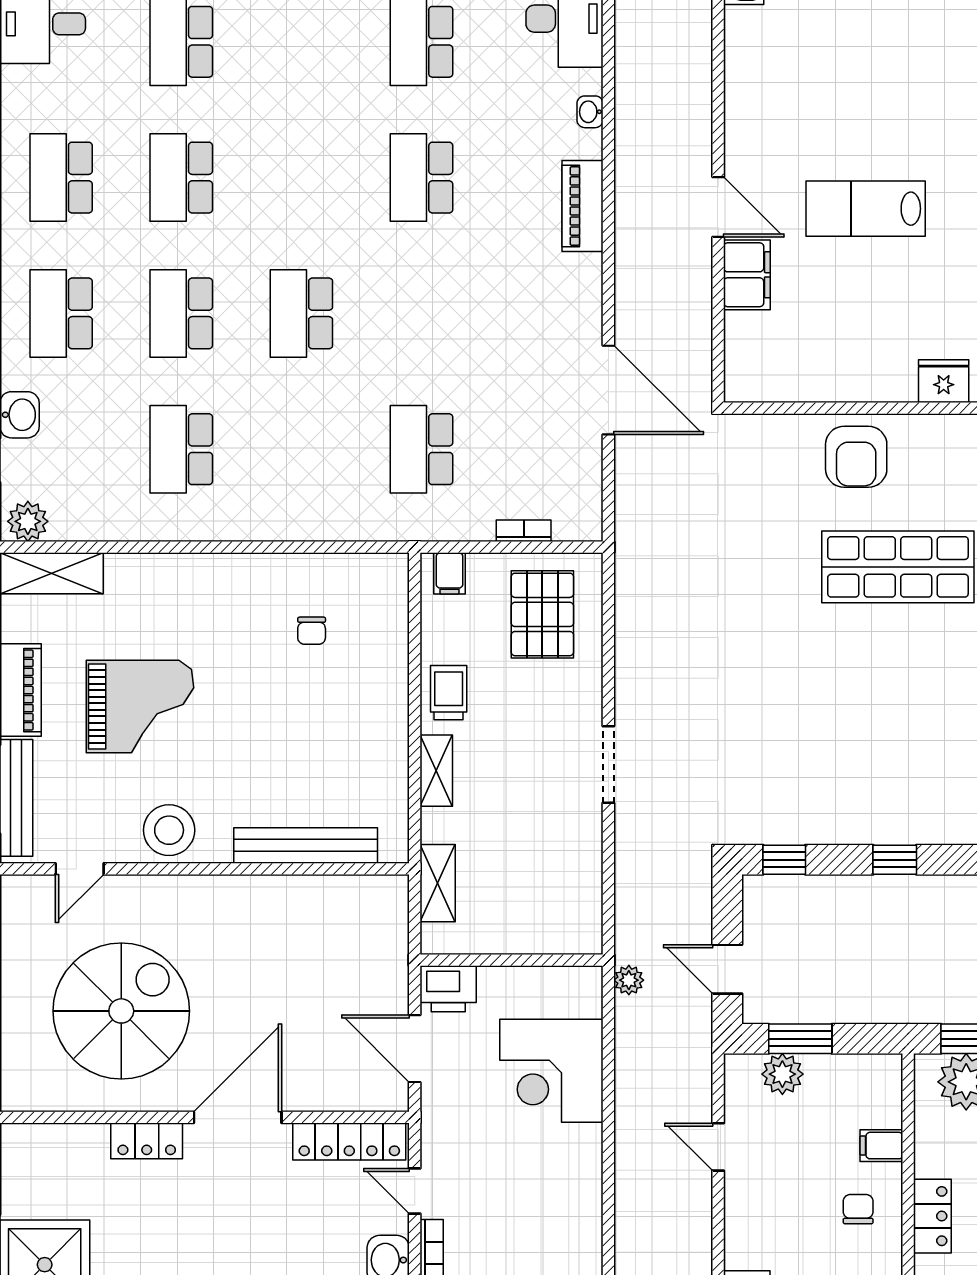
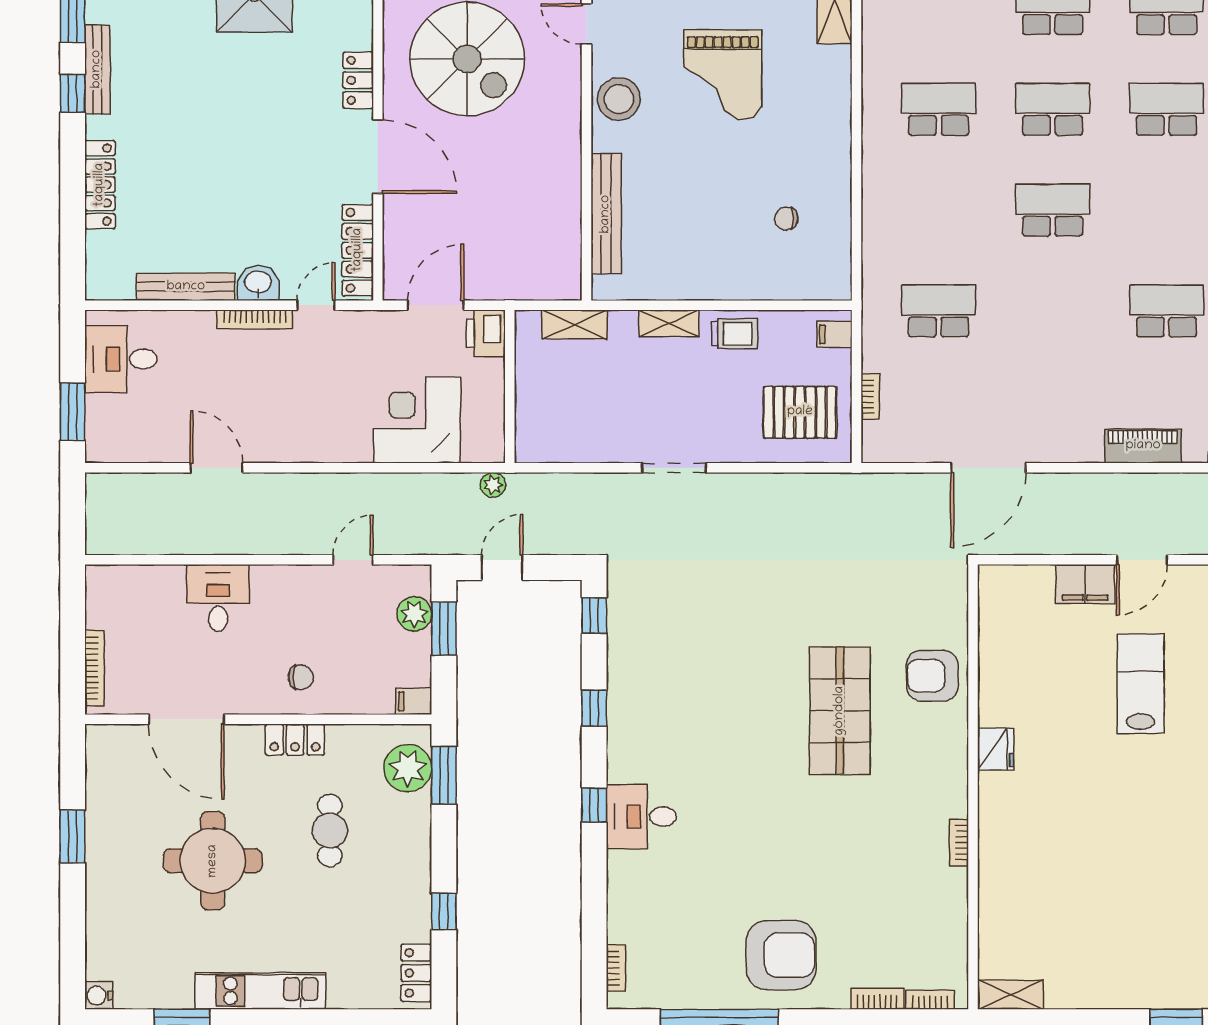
filing cabinet: (881, 1146) -> (414, 701), moved, turned -90

